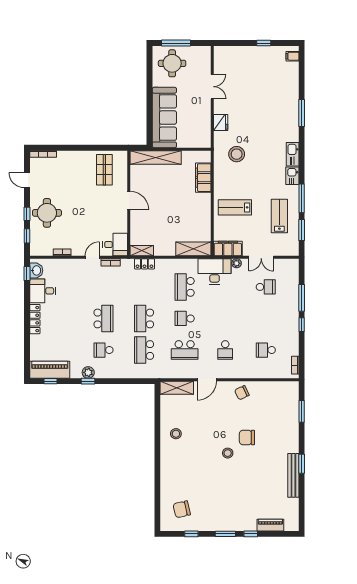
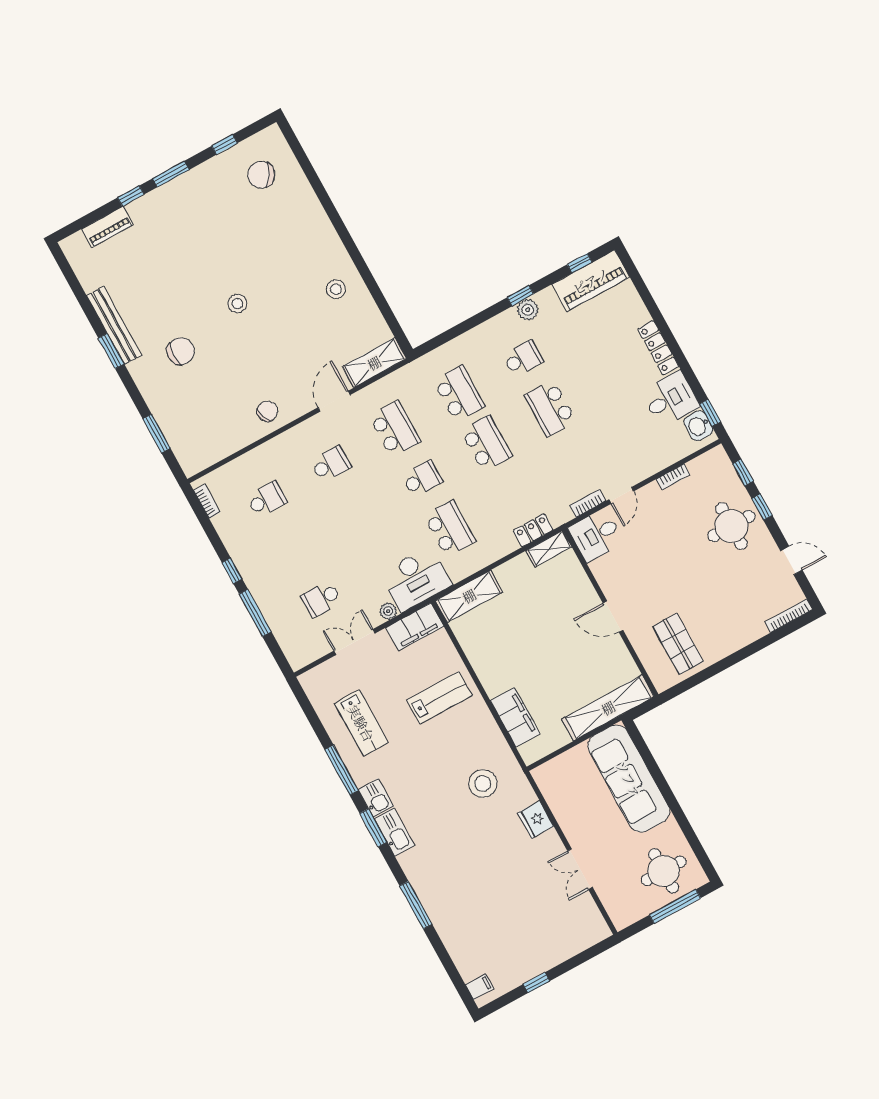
window: (302, 230) -> (373, 828), moved
school desk: (185, 350) -> (395, 429), turned 90
school desk: (225, 350) -> (331, 464), turned 90
chair: (247, 438) -> (181, 351), moved
chair: (182, 509) -> (261, 175), turned -135

